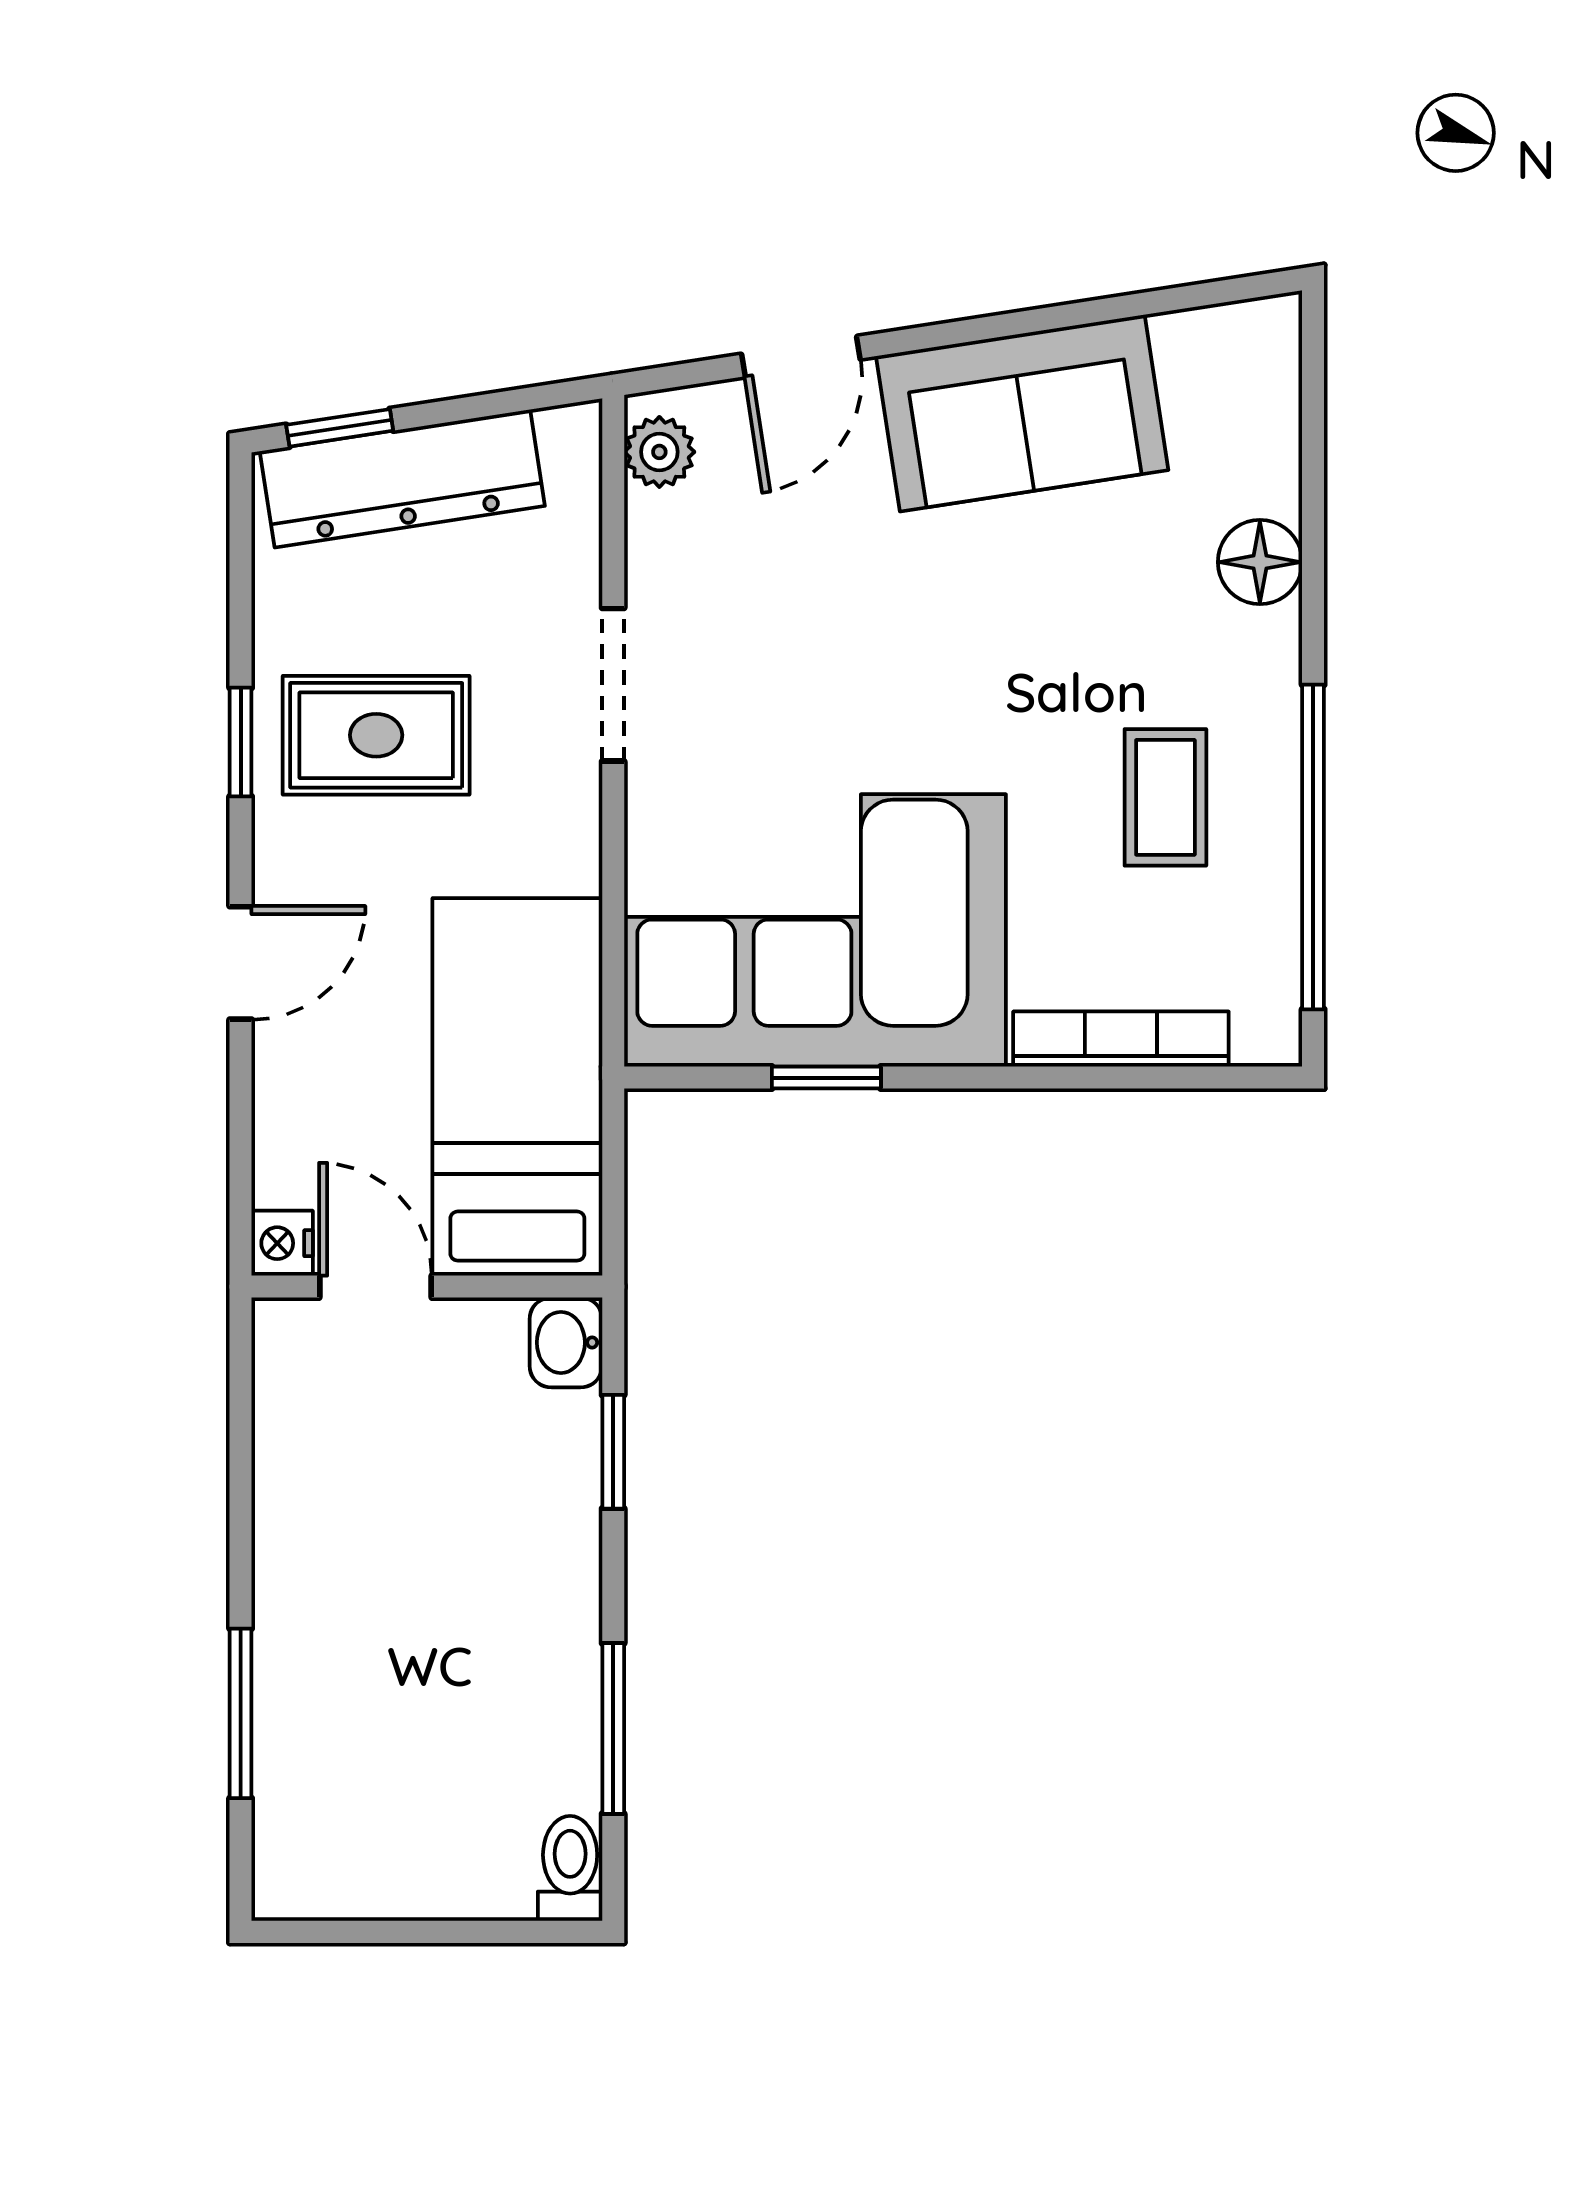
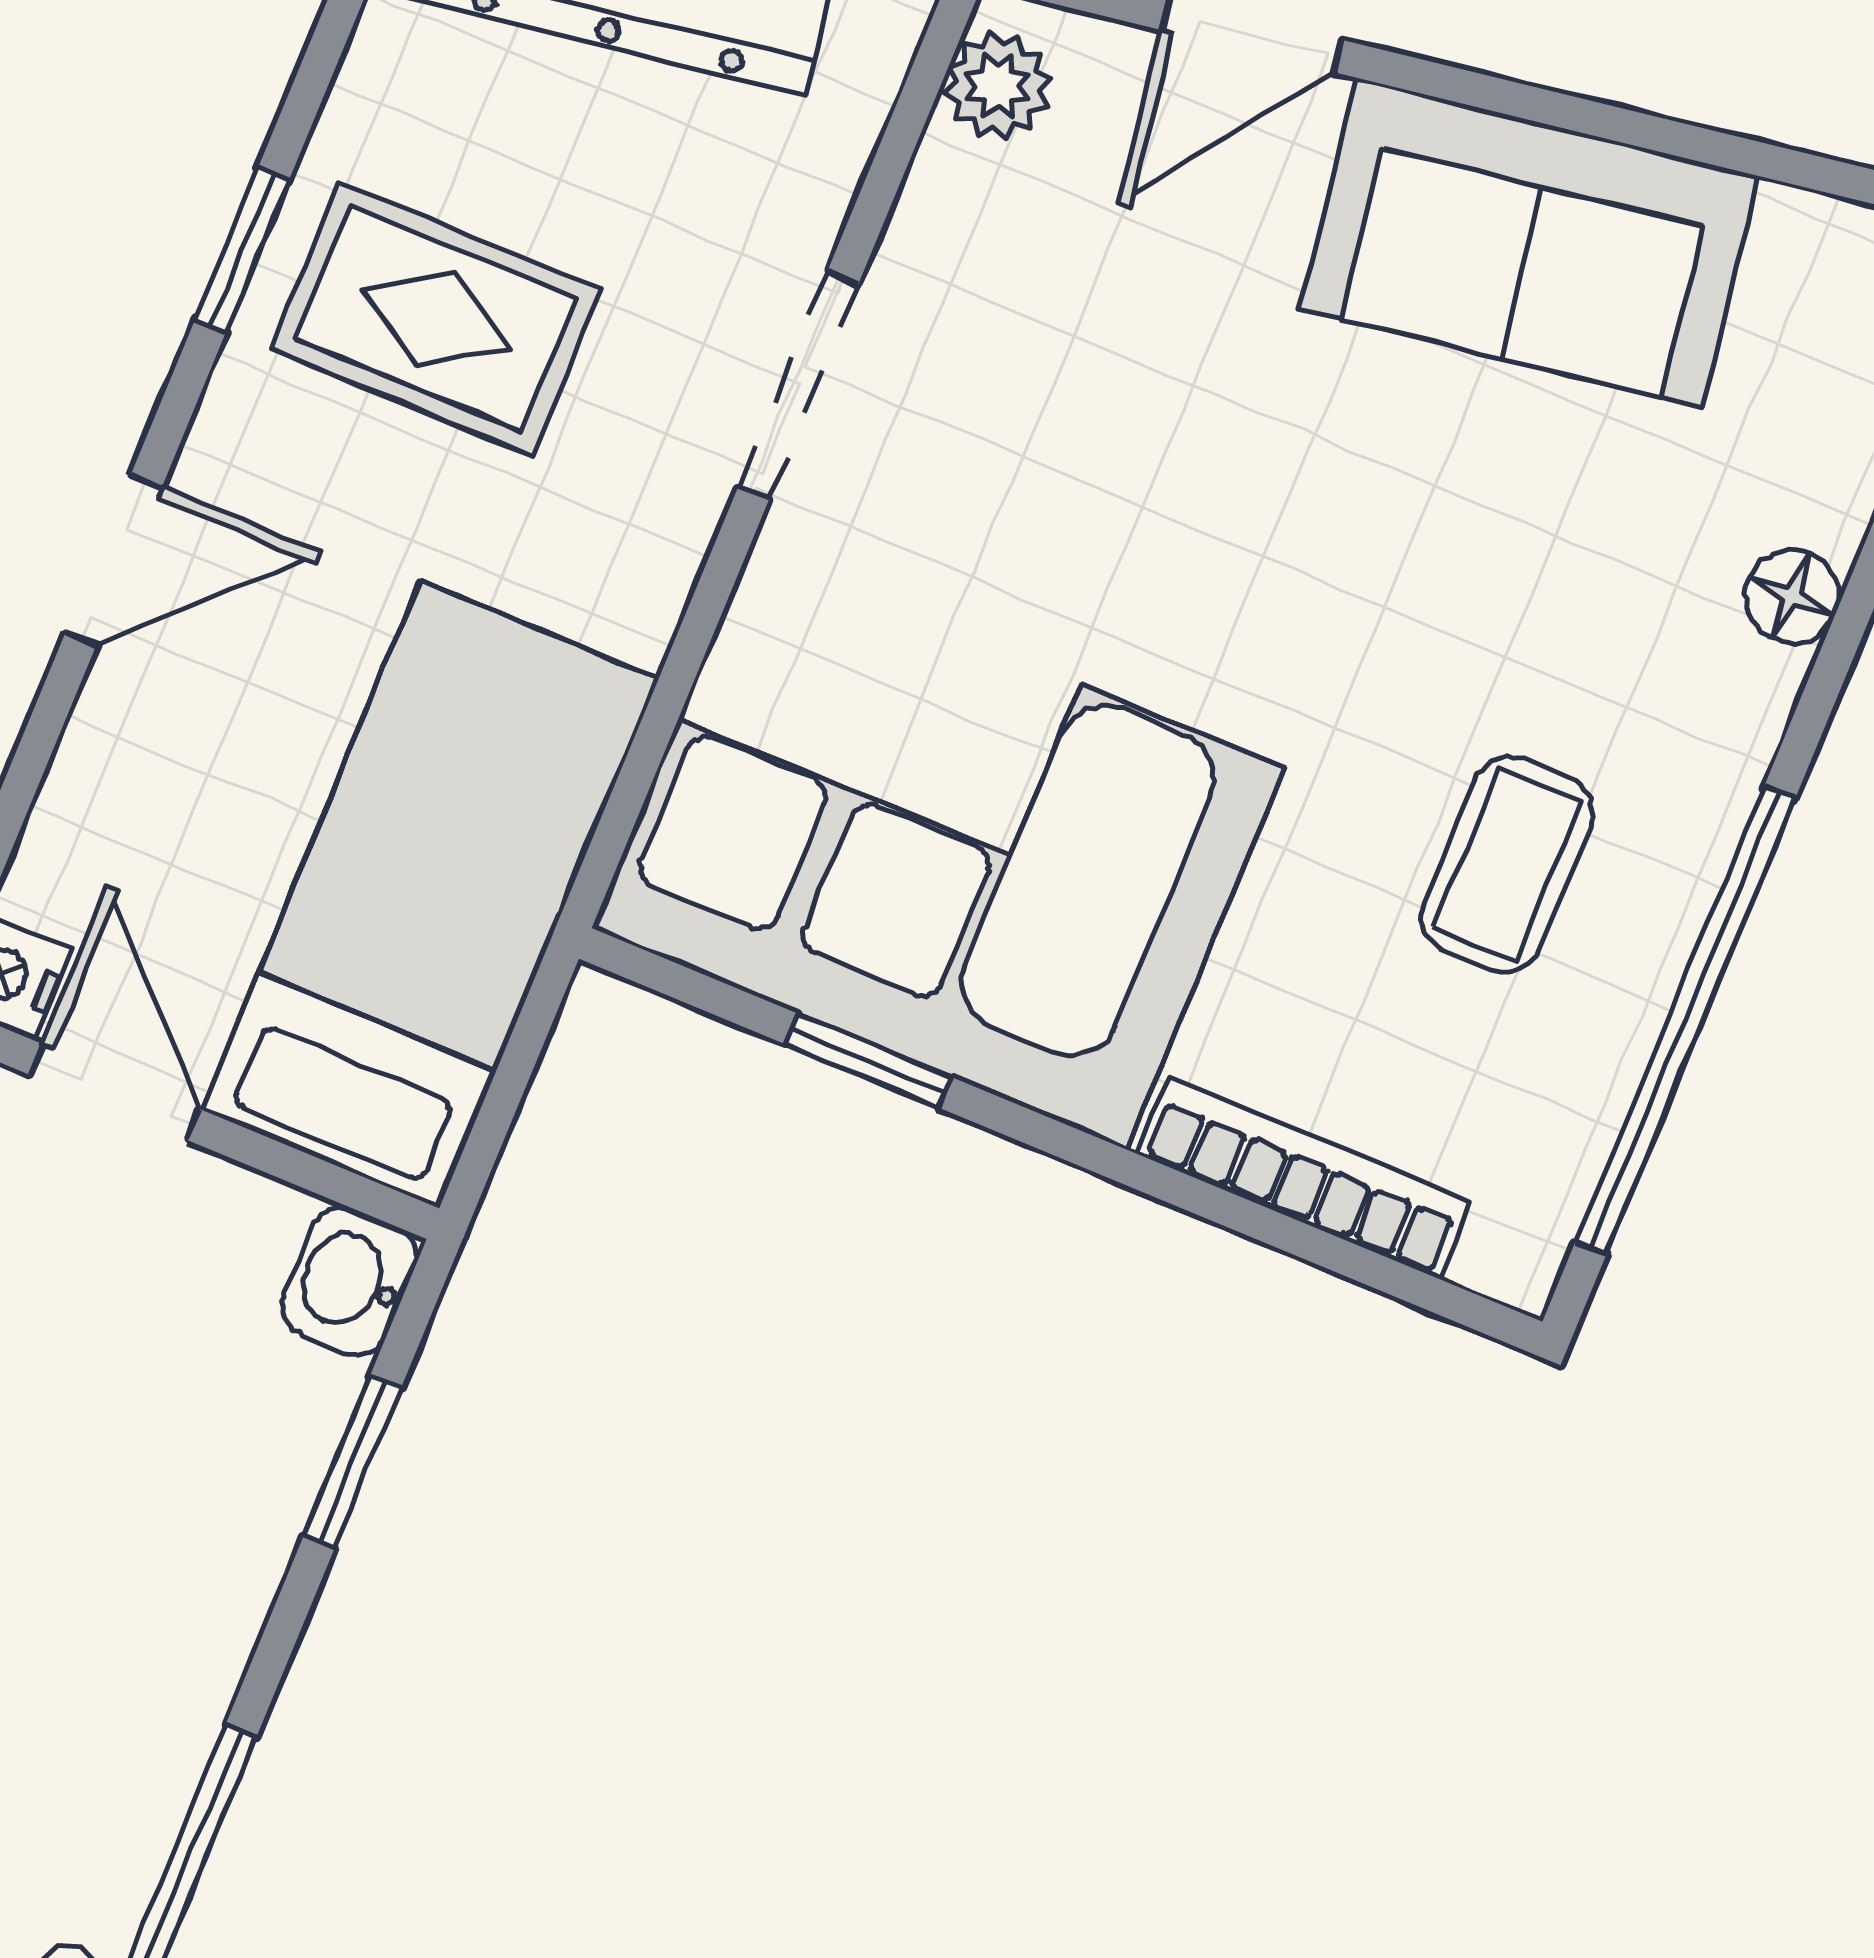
floor lamp: (1260, 562) -> (1792, 596), width x0.73, depth x0.73

